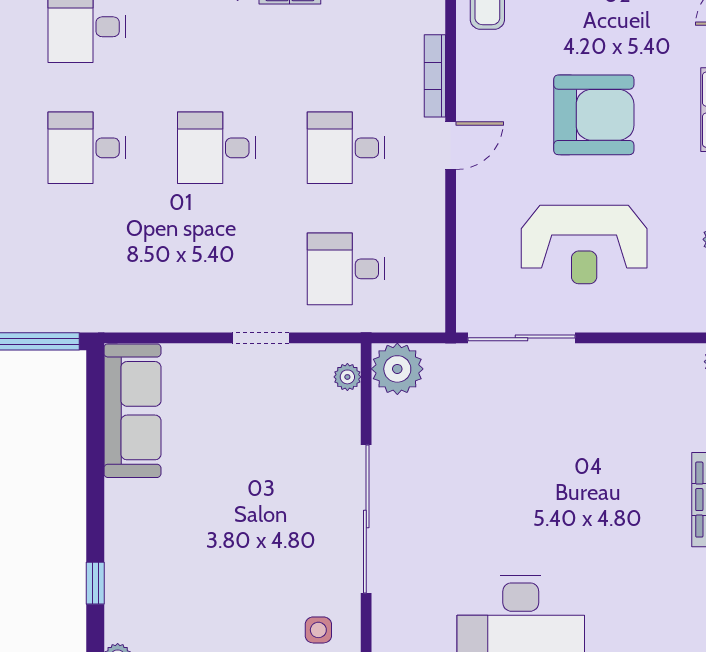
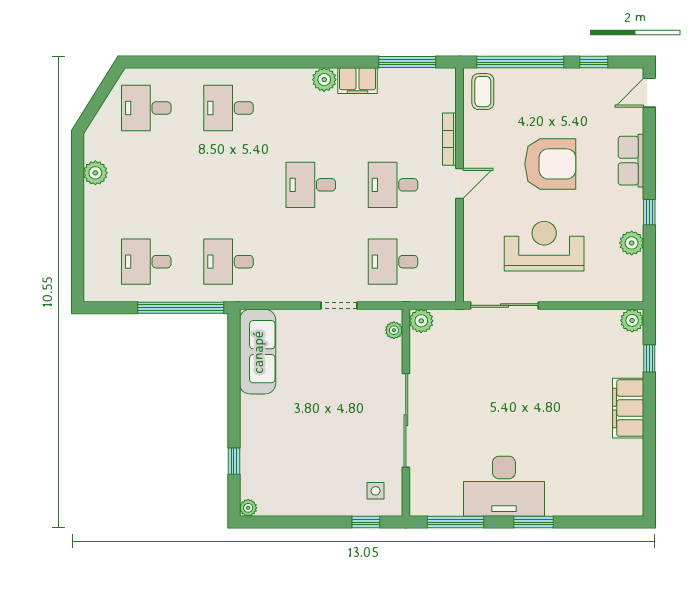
desk: (87, 148) -> (229, 262), moved
reception desk: (584, 245) -> (544, 246), turned 180
plant: (397, 369) -> (421, 321), width x0.73, depth x0.73

